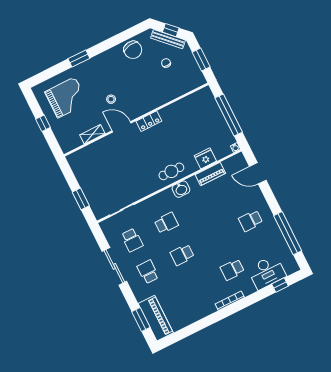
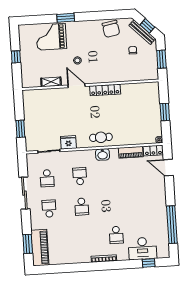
grand piano: (66, 97) -> (51, 37), moved, turned 180
window: (229, 115) -> (165, 112), width x0.47
locker: (149, 121) -> (105, 90), width x1.53
fridge: (205, 158) -> (68, 142), moved
locker: (234, 162) -> (153, 151), added
school desk: (251, 221) -> (147, 202), removed
school desk: (166, 223) -> (80, 176), turned -90
school desk: (182, 255) -> (82, 207), turned -90
school desk: (232, 270) -> (116, 235), turned -90

